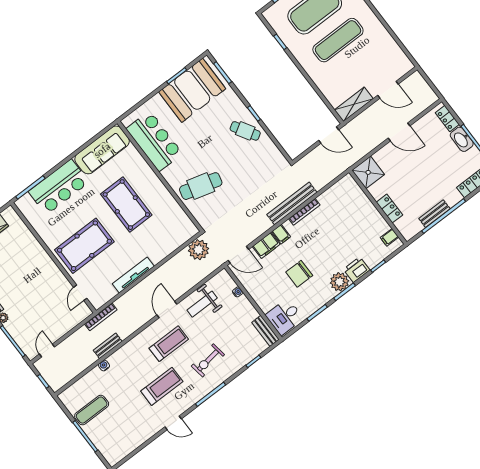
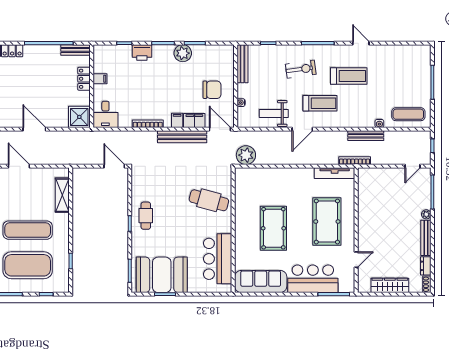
shelving: (354, 104) -> (62, 195), moved, turned 90
cafe table: (245, 131) -> (146, 216), turned 31
door: (329, 135) -> (114, 166), moved
bench: (292, 203) -> (182, 137), moved
bench: (434, 214) -> (75, 50), moved
filing cabinet: (389, 237) -> (100, 79), moved
pool table: (84, 246) -> (327, 222), turned 90
chair: (299, 274) -> (212, 90), moved
tv unit: (133, 275) -> (335, 173), moved
plant: (339, 282) -> (183, 53), moved
door: (80, 293) -> (356, 260), moved
weight bench: (202, 304) -> (274, 113), turned 180
desk: (284, 317) -> (105, 114), moved, turned 90
bench: (265, 331) -> (242, 64), width x1.36
treadmill: (169, 344) -> (320, 103), turned 180
bench: (108, 346) -> (366, 136), width x1.36
treadmill: (162, 386) -> (349, 76), turned 180
exercise mat: (92, 410) -> (408, 114), moved

